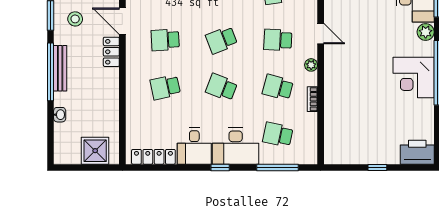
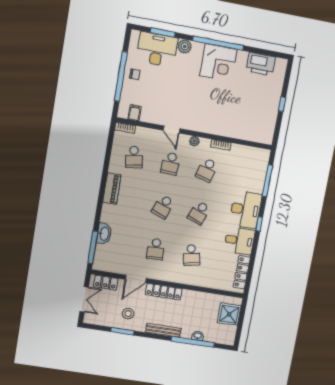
door: (321, 34) -> (172, 130), swing flipped
school desk: (222, 40) -> (163, 207), turned 42
locker: (111, 52) -> (164, 292), width x1.53
window: (51, 72) -> (193, 342), moved
school desk: (278, 135) -> (243, 176), removed
printer: (417, 152) -> (261, 64), moved, turned -90

